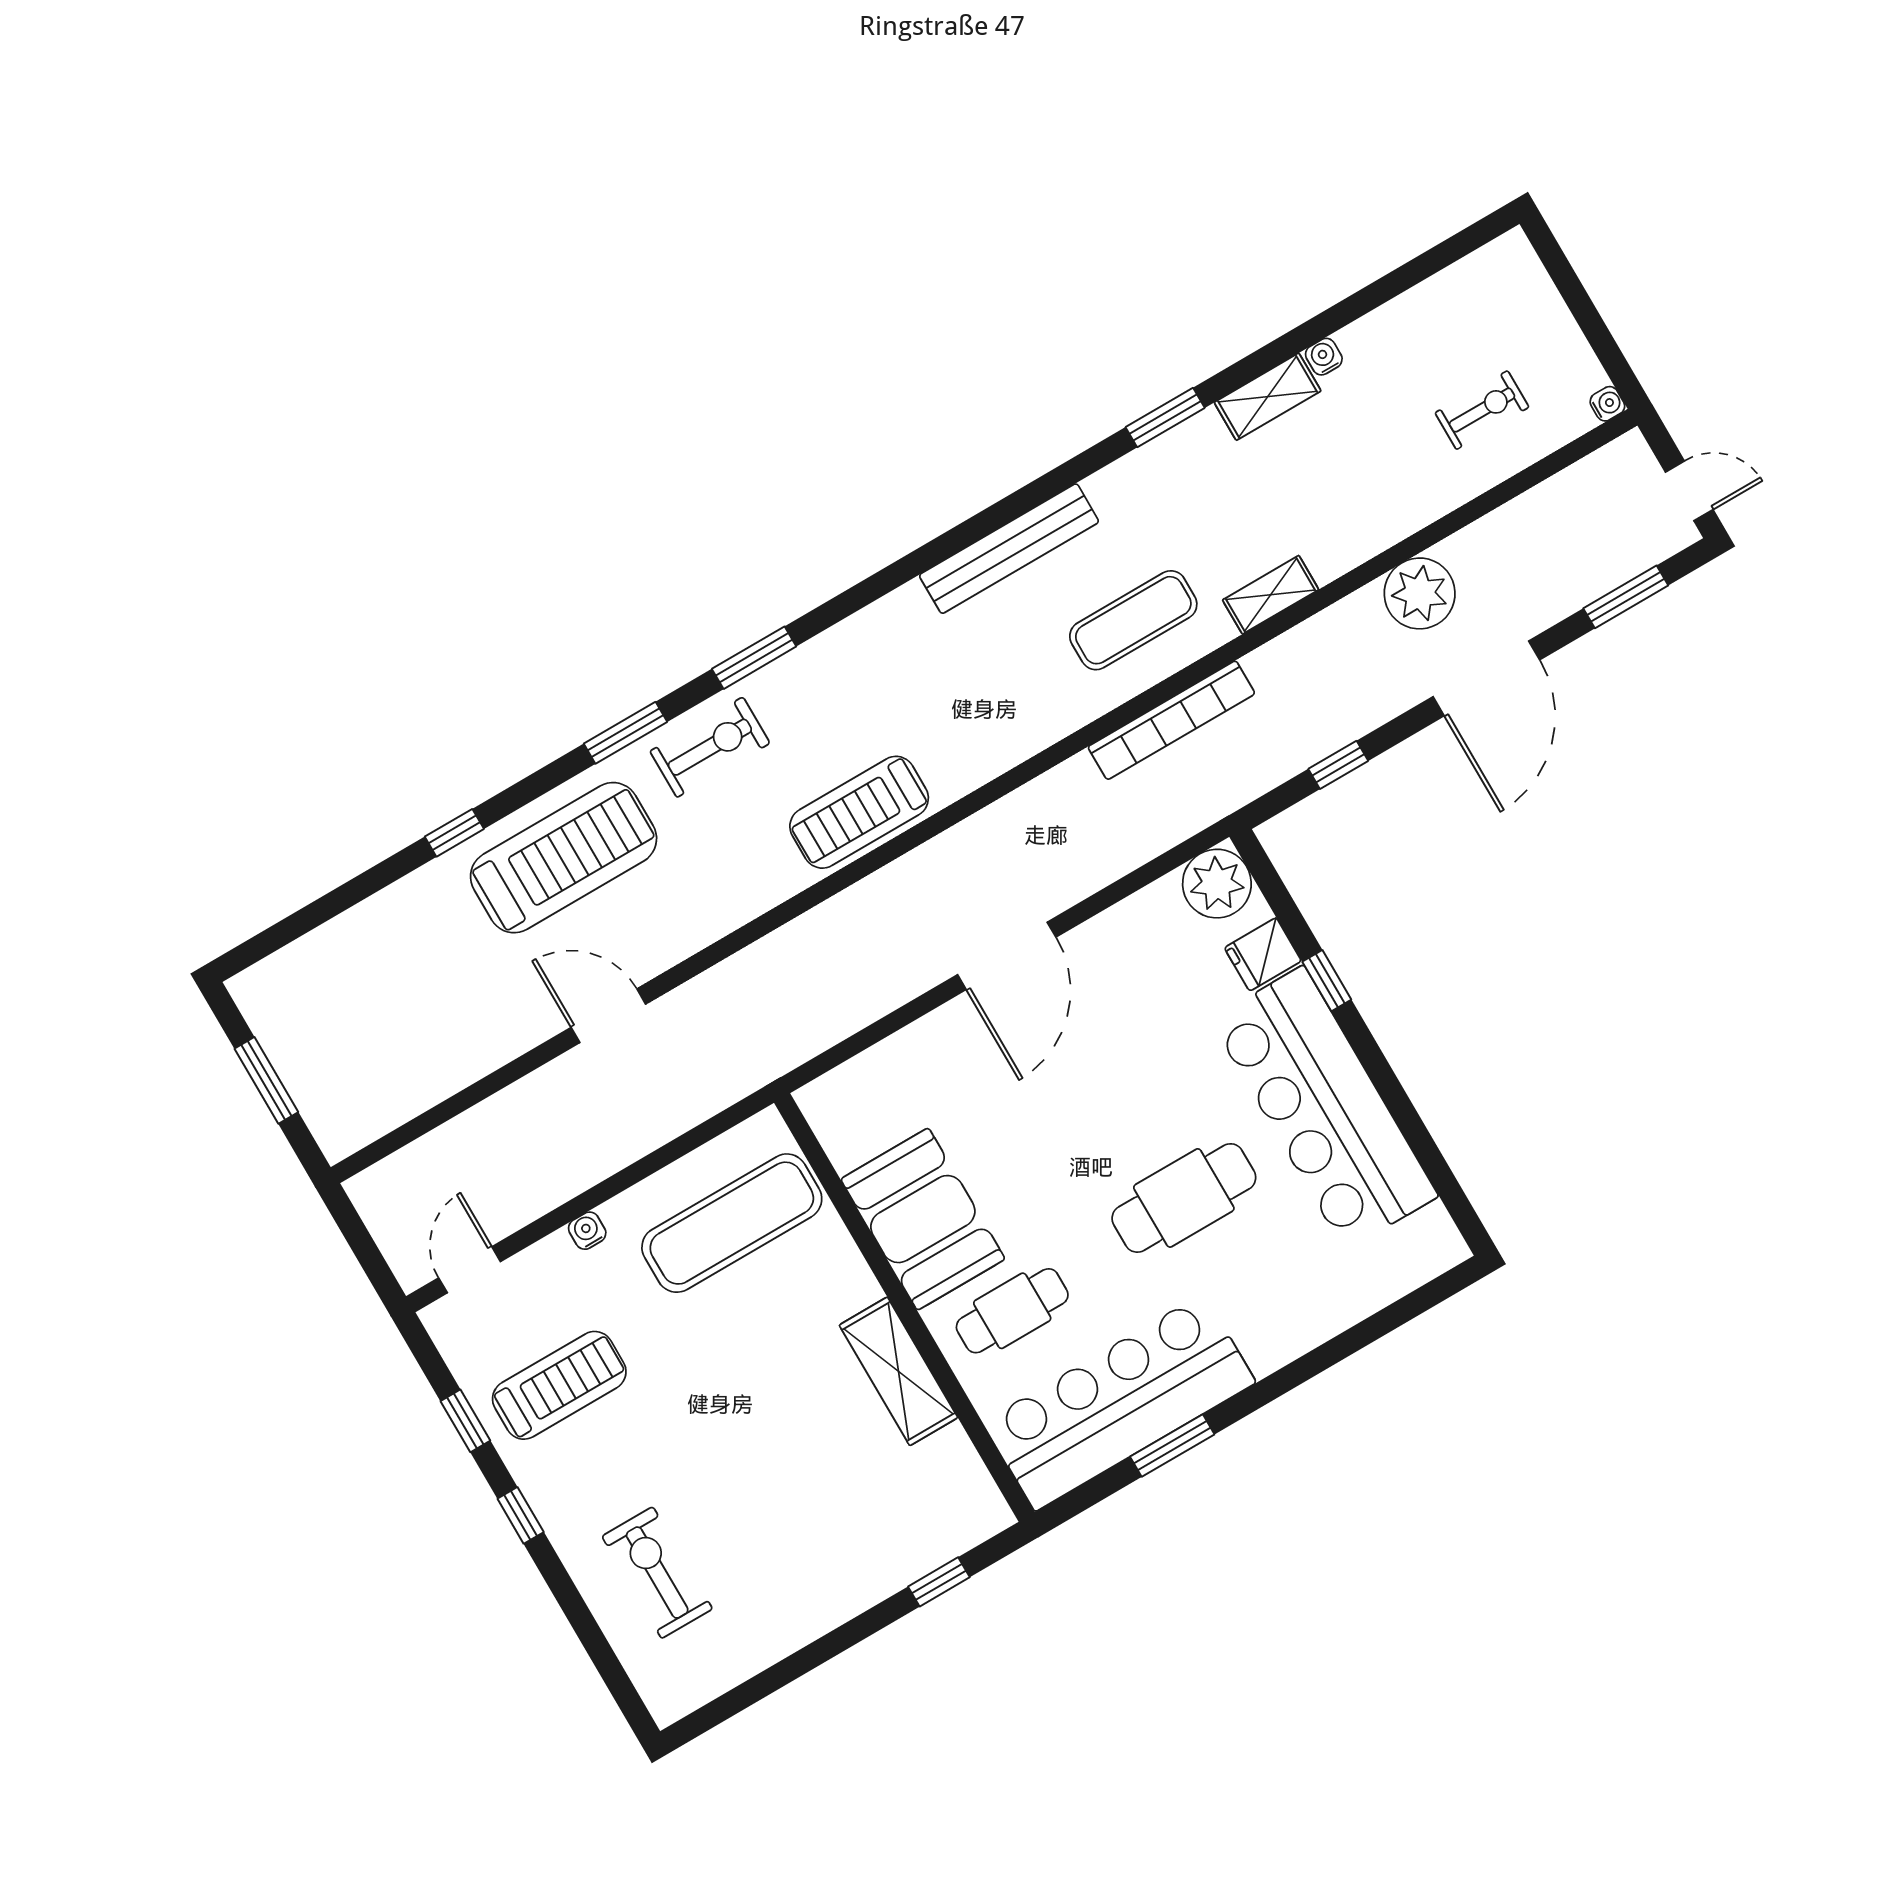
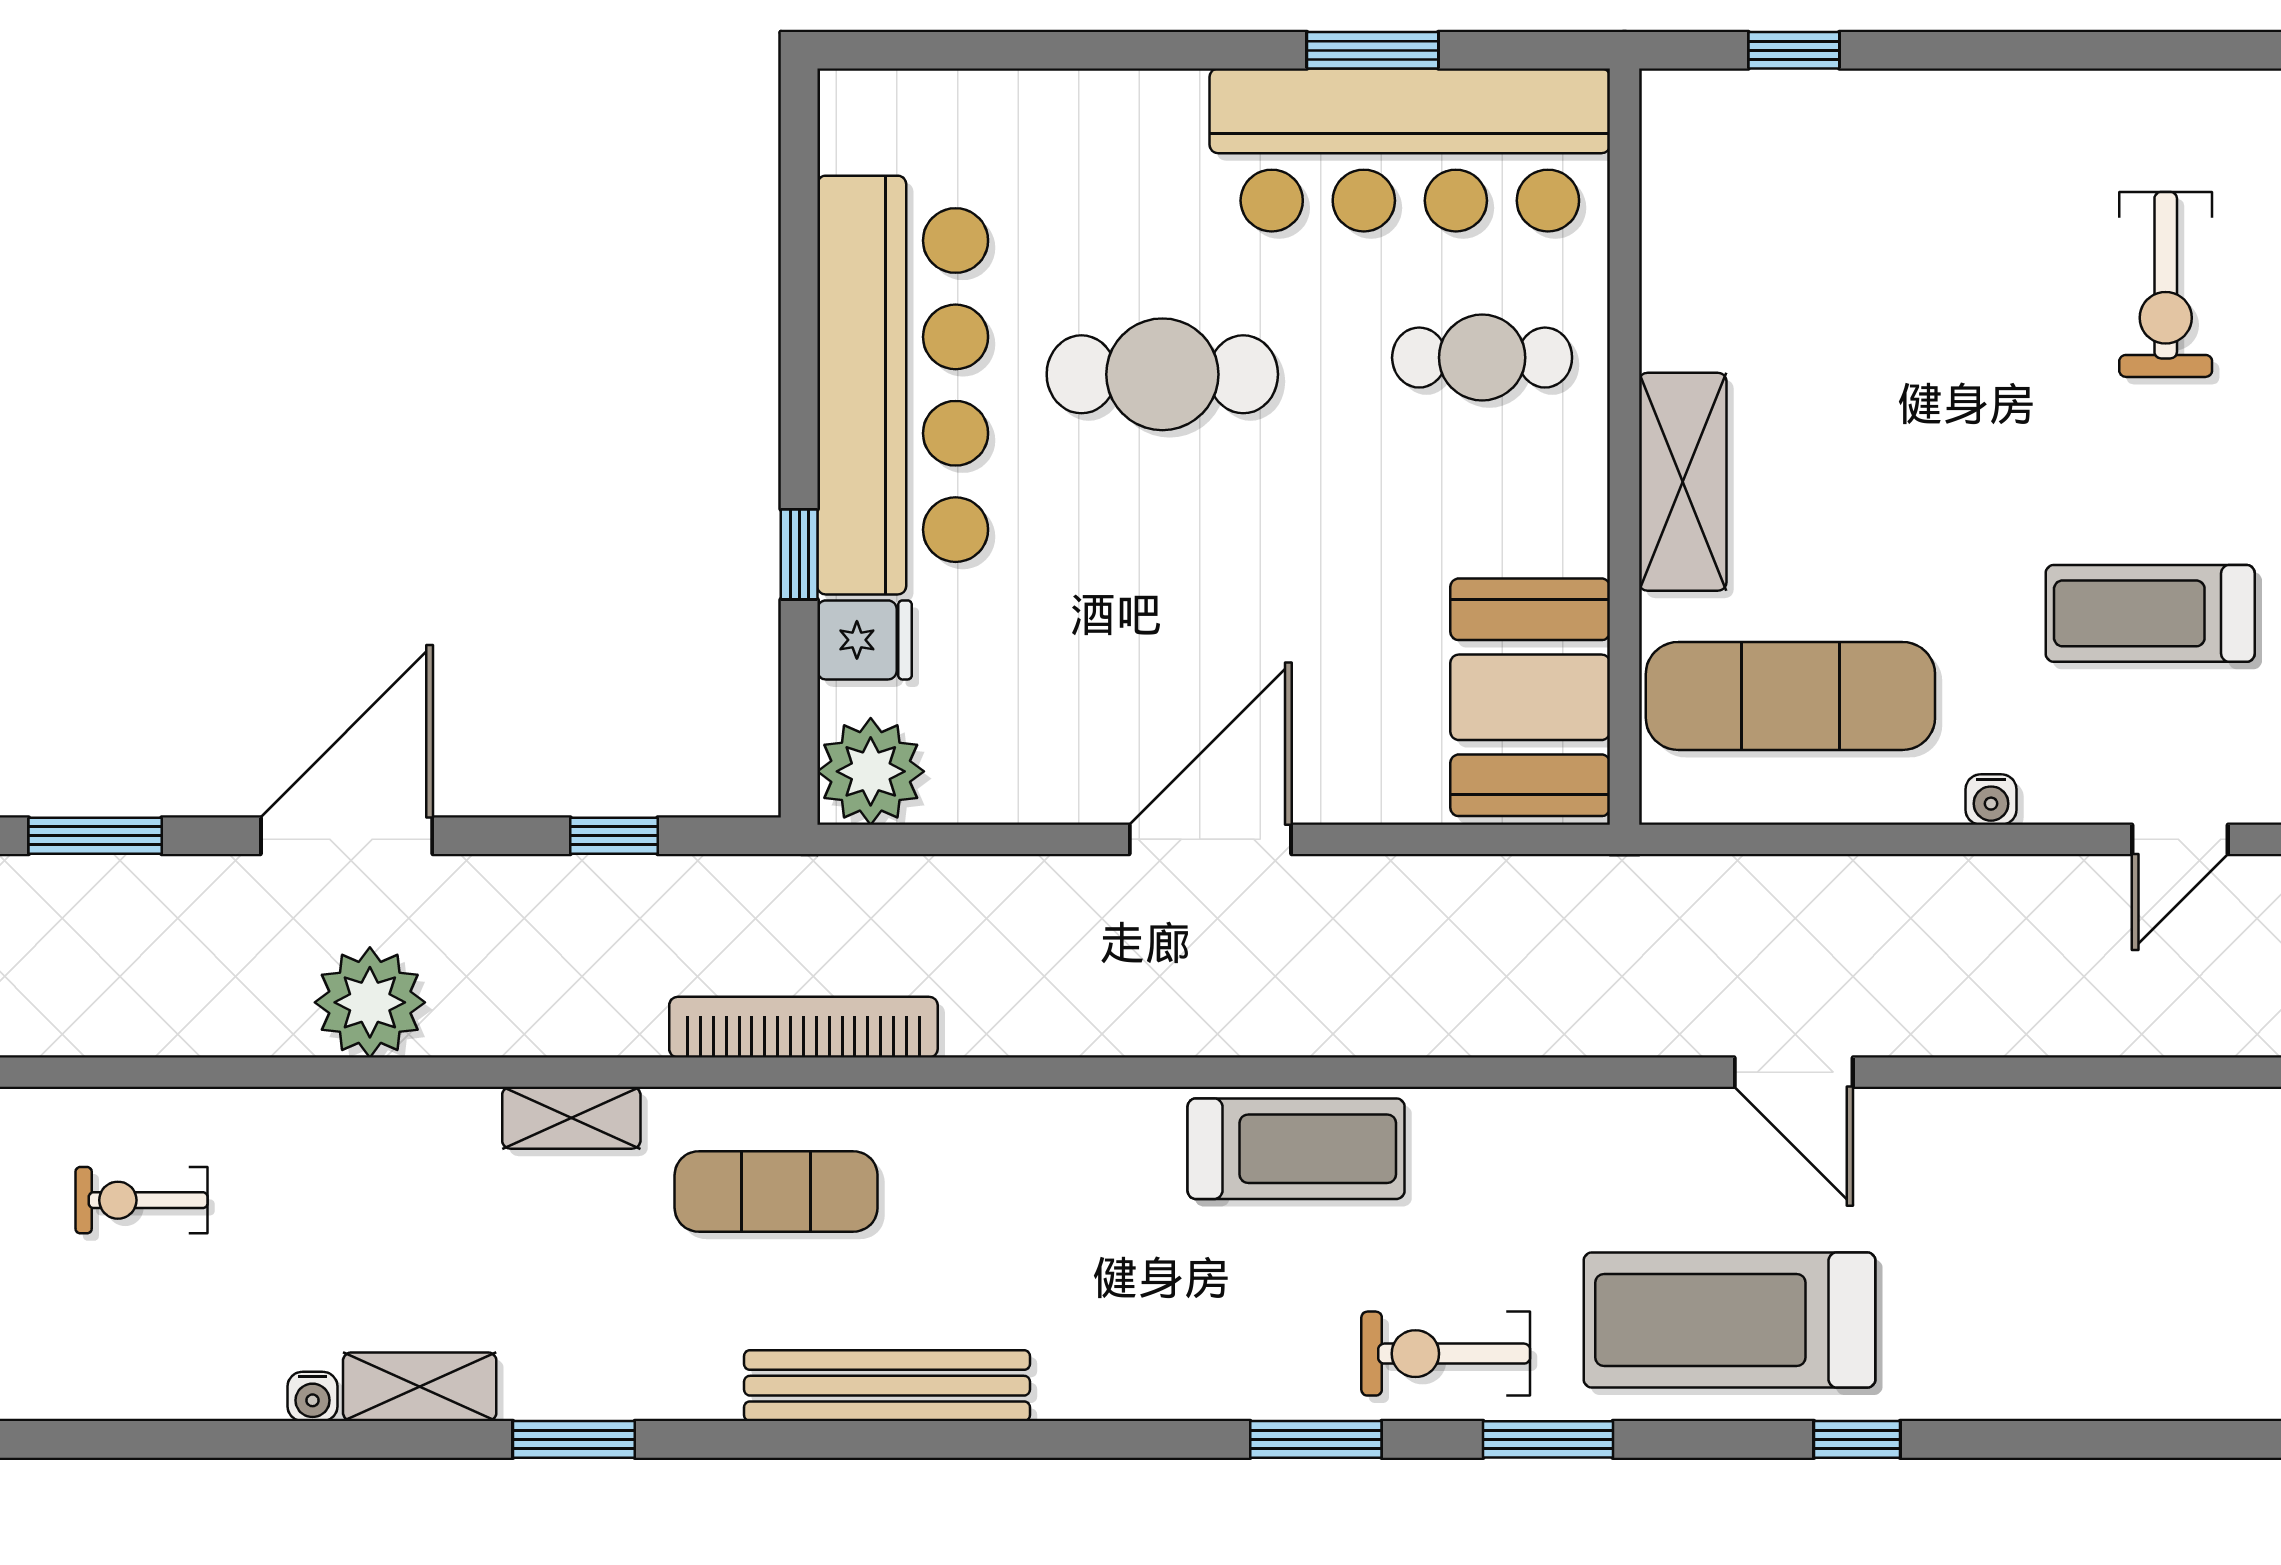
booth: (923, 1219) -> (1530, 697), moved
shelving: (899, 1371) -> (1683, 482), moved

